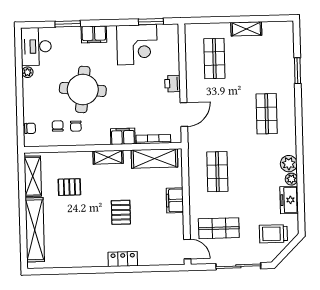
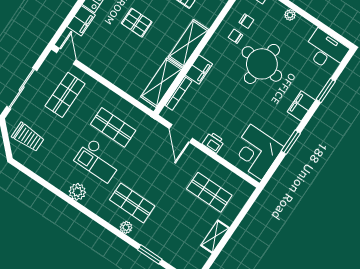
window: (151, 22) -> (291, 142), moved
corner desk: (137, 45) -> (256, 152), moved
plant: (27, 72) -> (290, 15), moved
shelving: (108, 157) -> (188, 43), width x1.50, depth x1.33
checkout: (252, 165) -> (99, 160), added
plant: (291, 179) -> (126, 227), moved
filing cabinet: (175, 200) -> (81, 21), moved, turned 90
freezer: (289, 200) -> (47, 170), removed
trolley: (273, 234) -> (28, 137), turned 90
door: (187, 249) -> (66, 56), swing flipped

